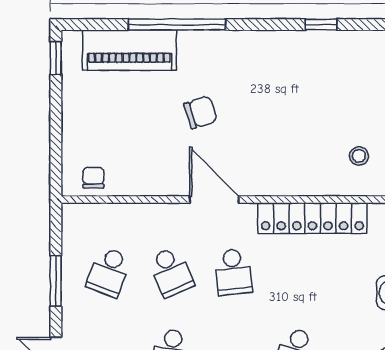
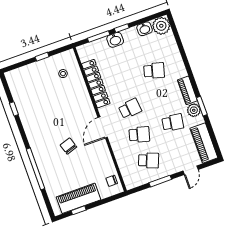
piano: (129, 50) -> (78, 198), moved, turned -90
window: (56, 58) -> (79, 210), moved
school desk: (171, 272) -> (139, 134), turned 39

